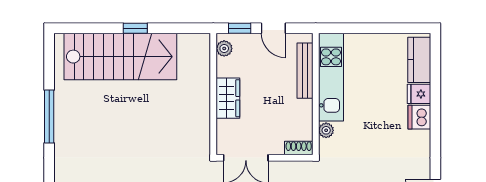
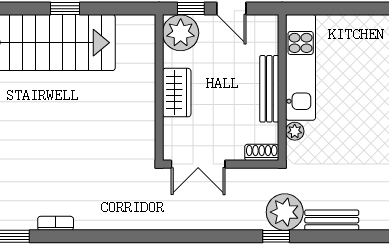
plant: (224, 48) -> (181, 33), width x1.88, depth x1.88
bench: (305, 71) -> (269, 89), moved

